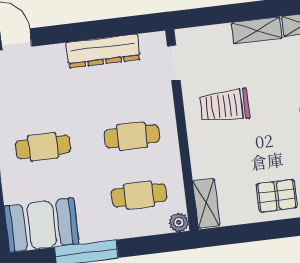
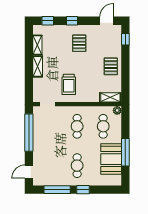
window: (104, 29) -> (29, 133), added
dresser: (103, 51) -> (39, 134), removed
booth: (42, 225) -> (111, 159), moved

